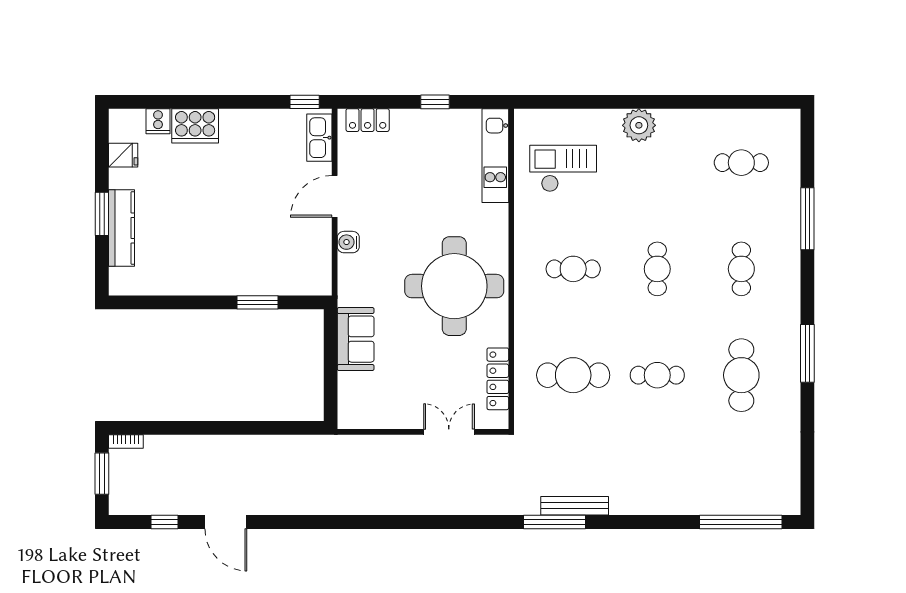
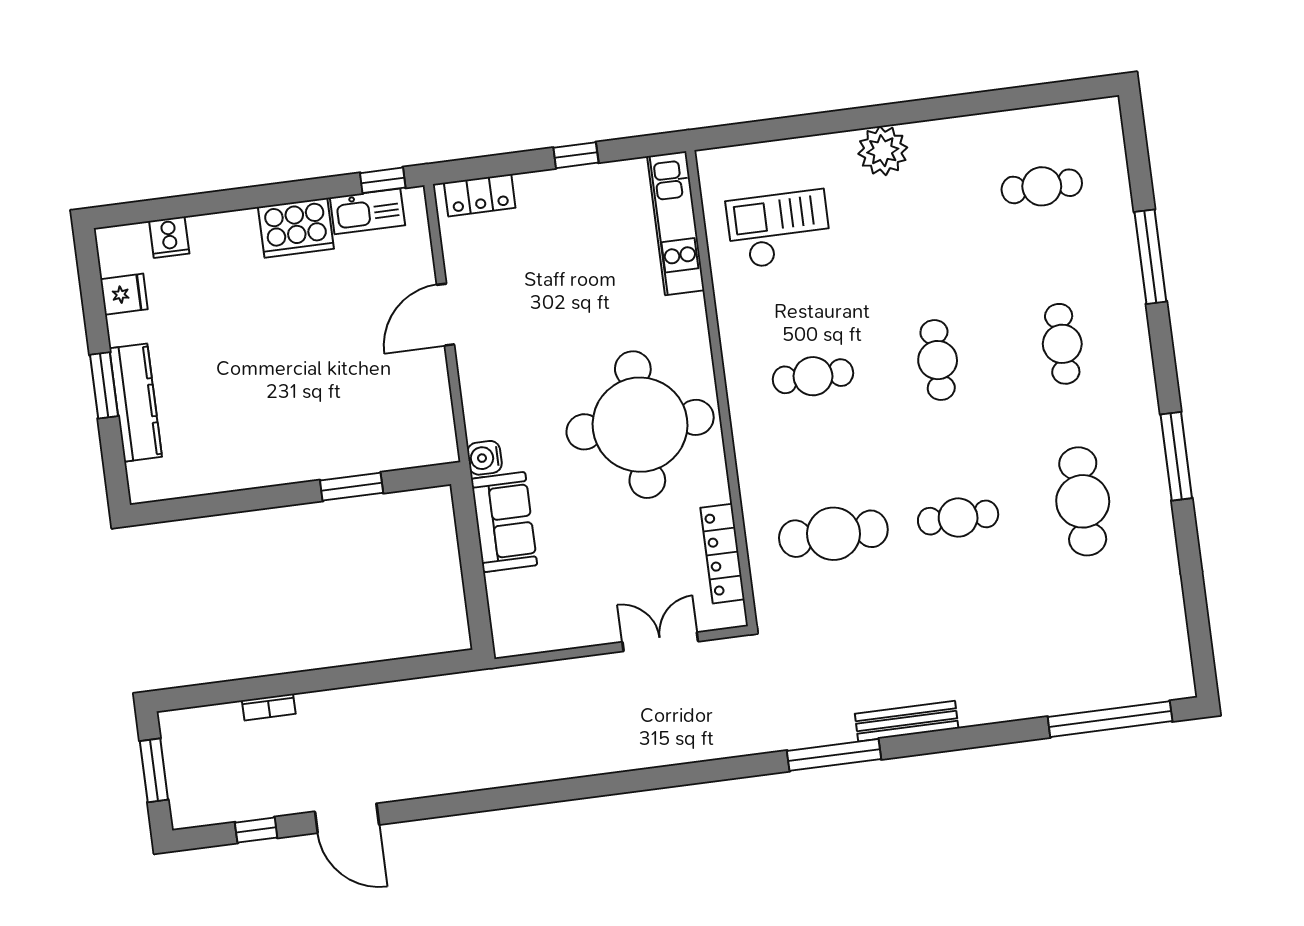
cooker: (195, 126) -> (296, 228), moved
kitchen sink: (319, 138) -> (367, 211), moved, turned -90
water cooler: (348, 242) -> (485, 458), moved
bookcase: (126, 441) -> (269, 707), moved
bench: (575, 506) -> (907, 721), moved

